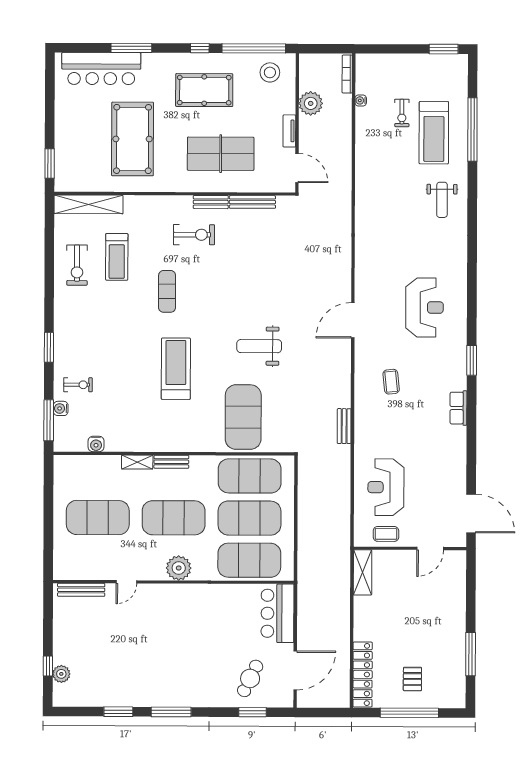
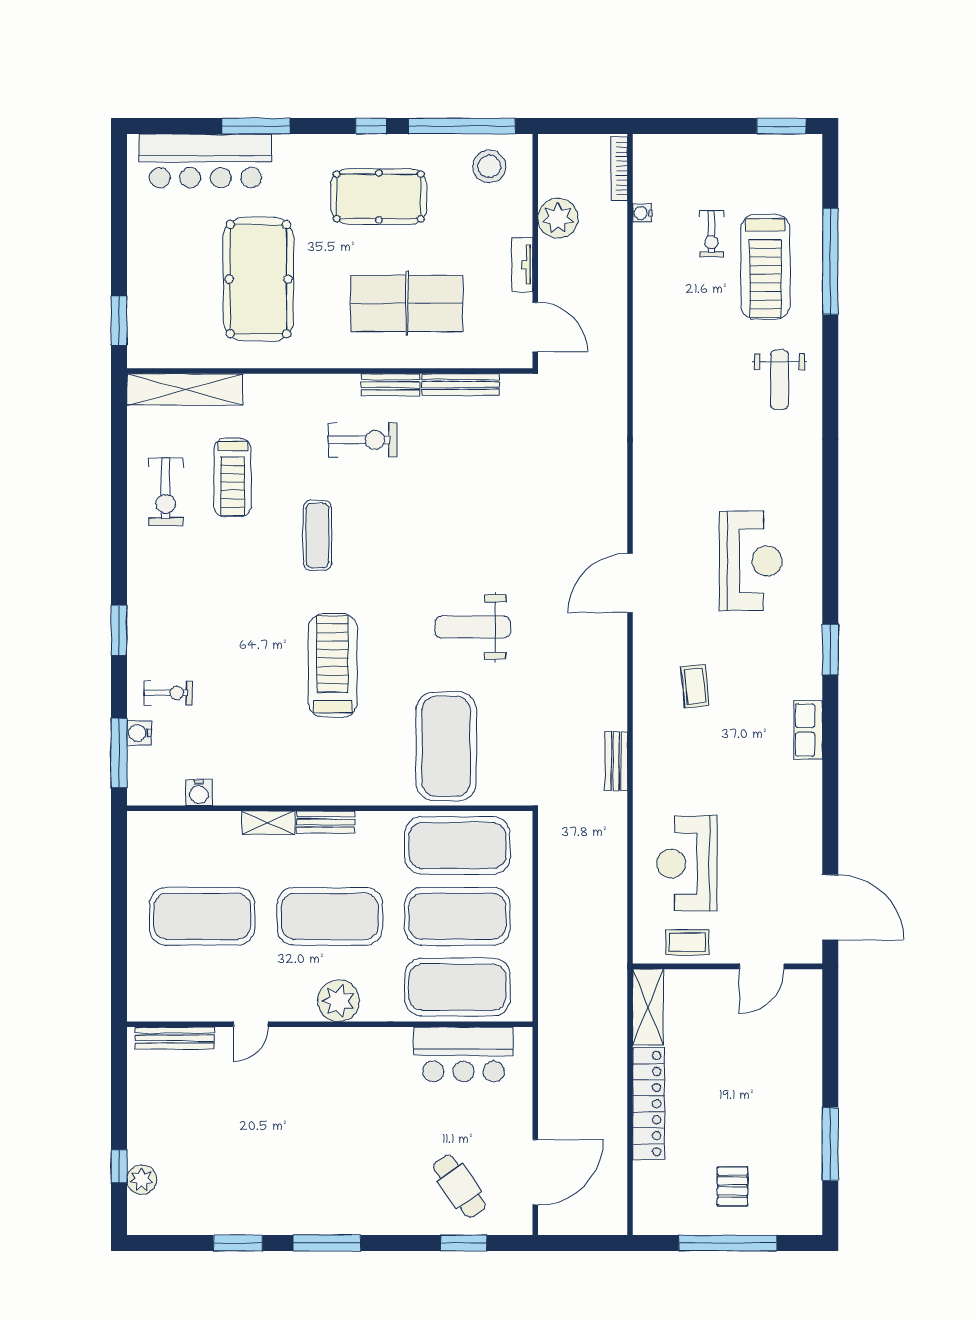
bar counter: (278, 613) -> (463, 1054), moved, turned -90
locker: (363, 674) -> (649, 1104), moved
cafe table: (250, 678) -> (459, 1186), turned -61

